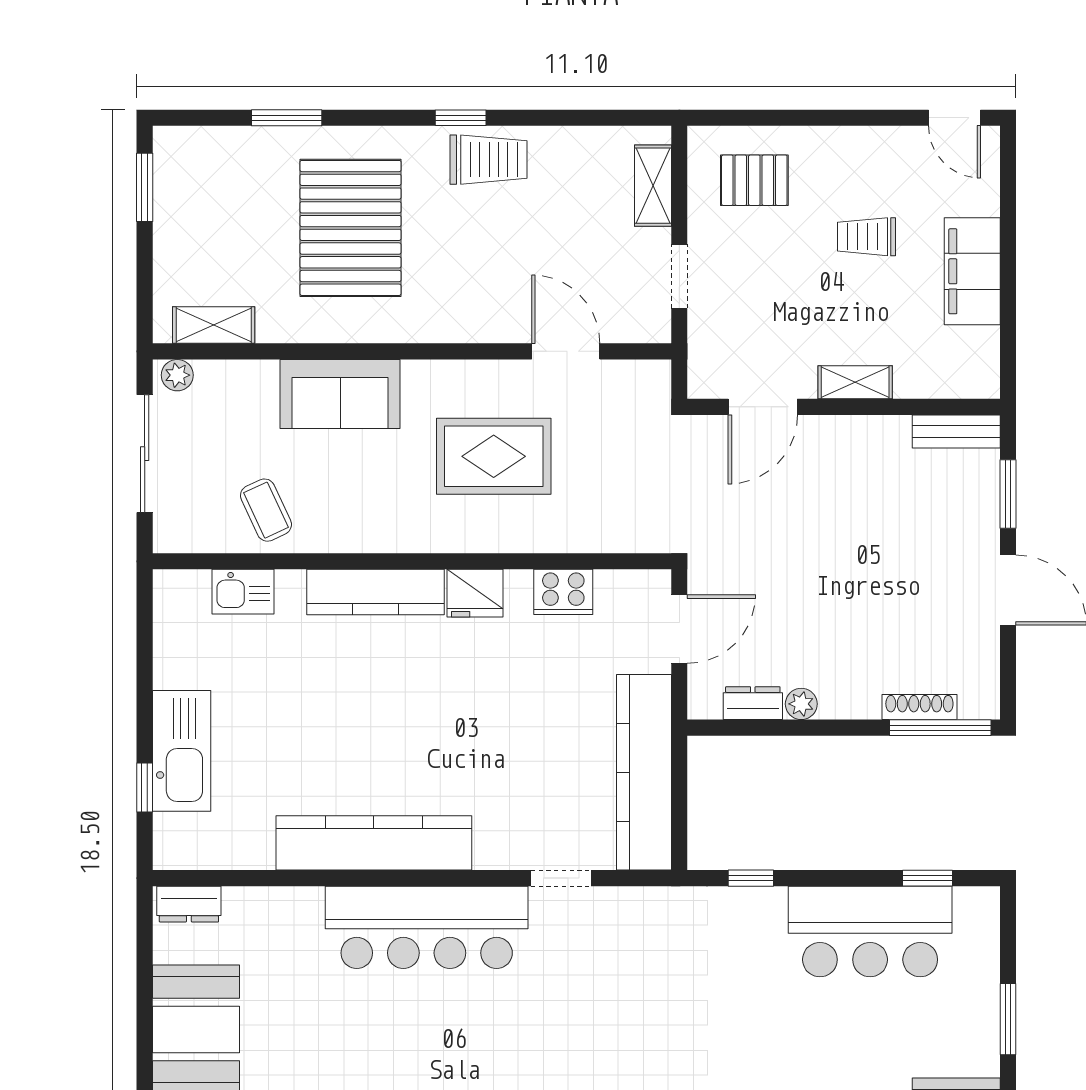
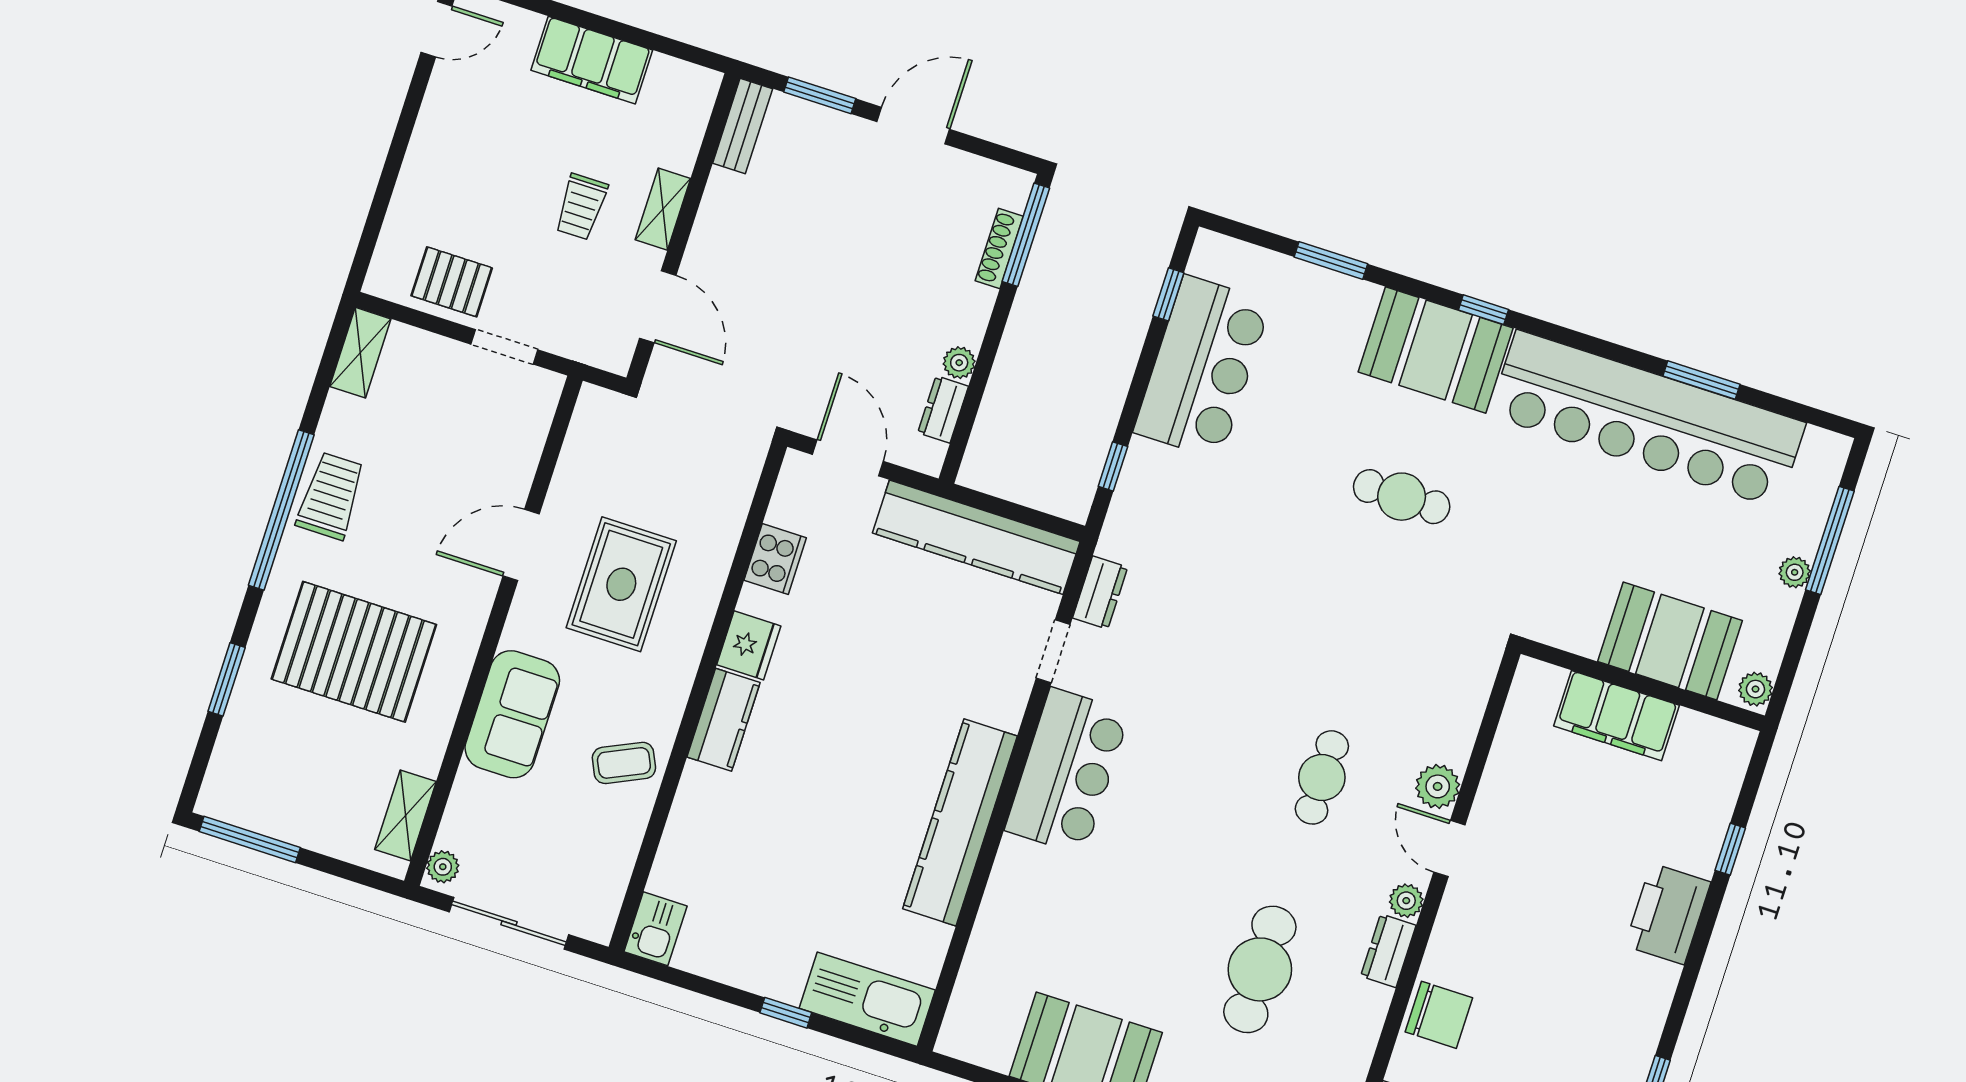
window: (461, 118) -> (281, 510), width x3.17
pallet: (754, 180) -> (452, 282), moved, turned 90
shelving: (653, 186) -> (360, 353), moved, turned 90
window: (145, 187) -> (250, 839), width x1.44
trolley: (867, 237) -> (581, 207), moved
door: (566, 351) -> (521, 545), moved
coffee table: (266, 510) -> (624, 763), moved
kitchen sink: (243, 592) -> (655, 929), moved
kitchen counter: (375, 592) -> (724, 720), width x0.67
kitchen sink: (182, 751) -> (867, 999), moved
window: (145, 787) -> (786, 1013), moved
dresser: (189, 904) -> (1100, 593), moved
bar counter: (427, 927) -> (1067, 771), width x0.73

